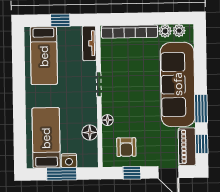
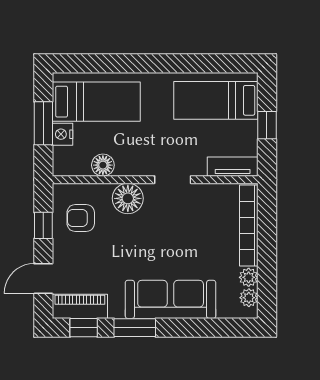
sofa: (178, 84) -> (171, 299), width x0.74, depth x0.79
floor lamp: (107, 120) -> (128, 198), width x1.89, depth x1.89

